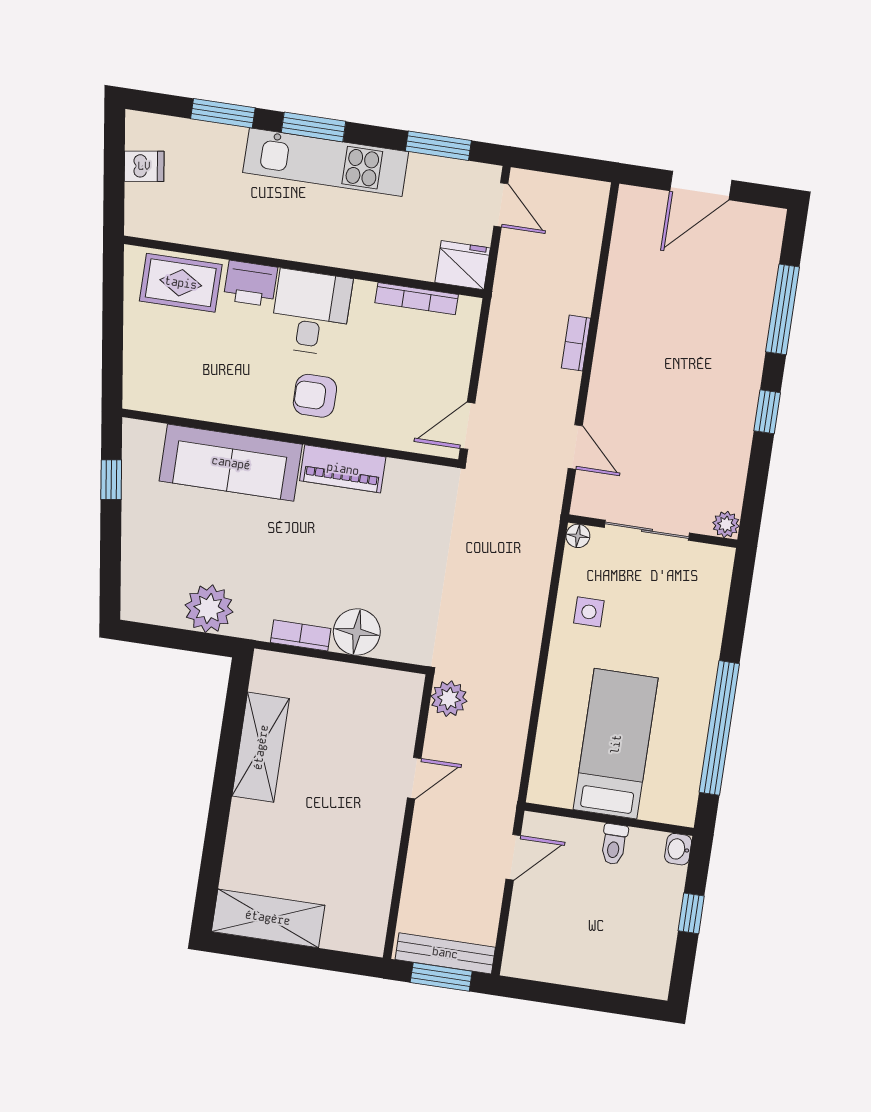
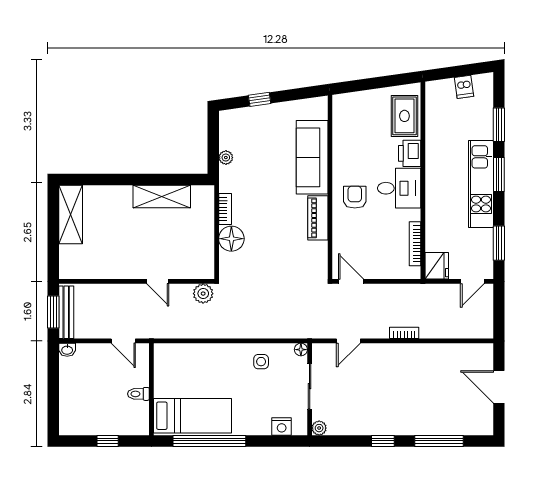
window: (111, 480) -> (260, 99), moved
nightstand: (713, 592) -> (282, 426), added
plant: (209, 609) -> (226, 158), width x0.53, depth x0.53
bed: (616, 744) -> (193, 416), moved
washbasin: (678, 849) -> (67, 350), moved, turned 180

